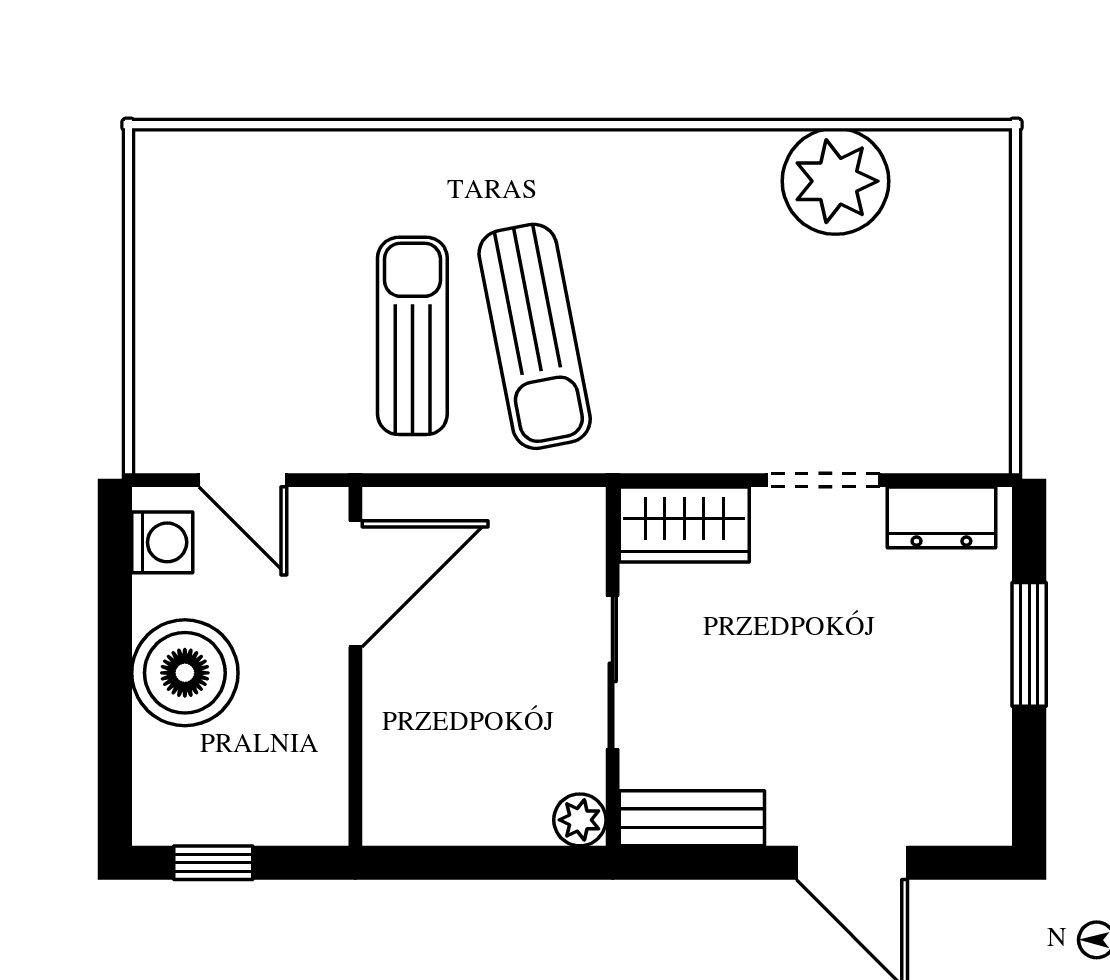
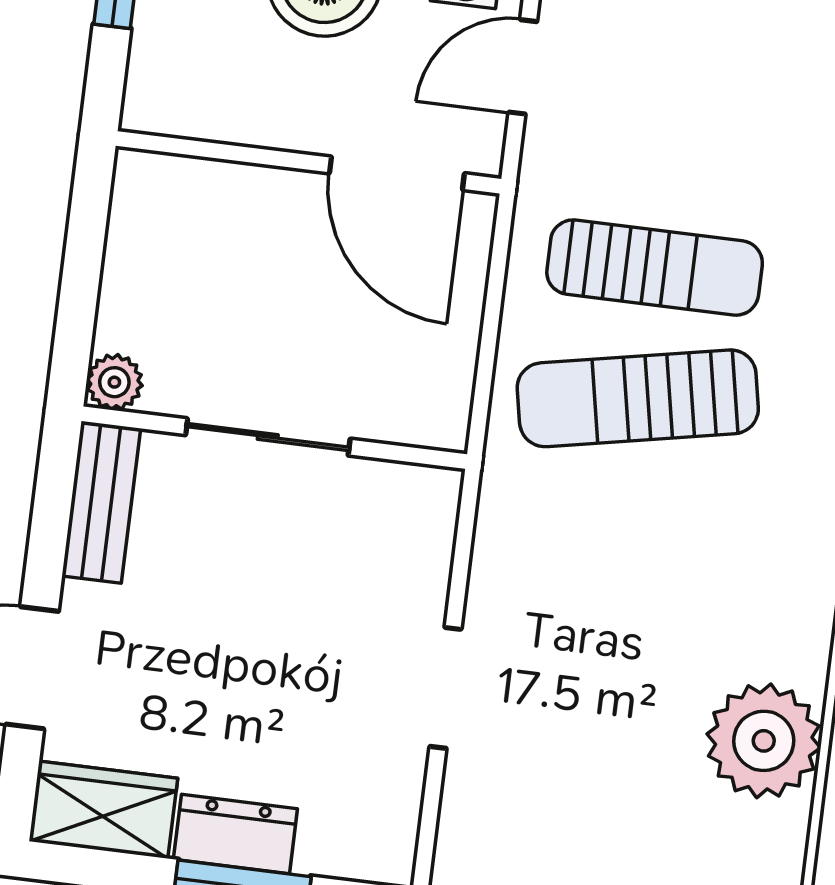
dresser: (941, 517) -> (235, 834), moved, turned 90
wardrobe: (684, 525) -> (103, 810), moved, turned 90

